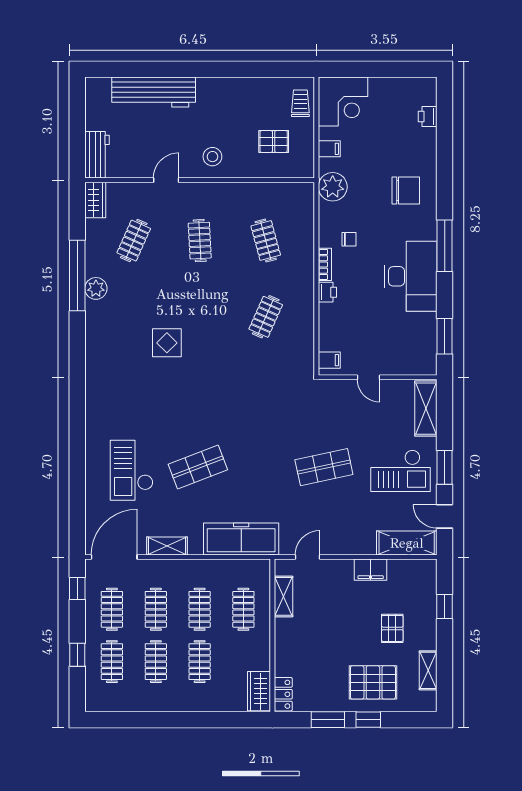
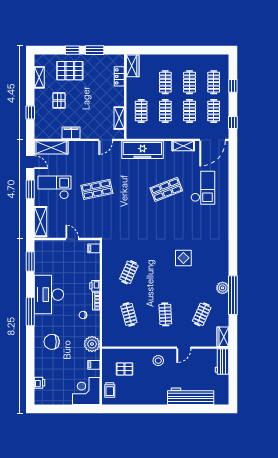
locker: (283, 694) -> (119, 76), moved

